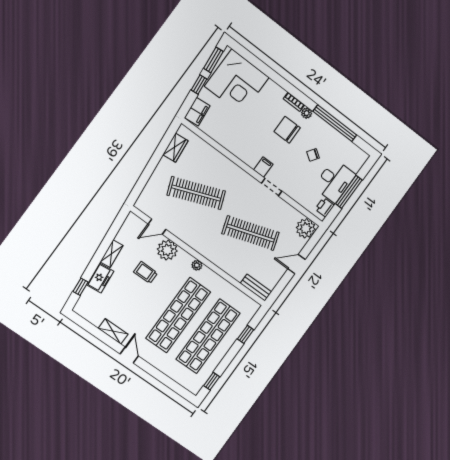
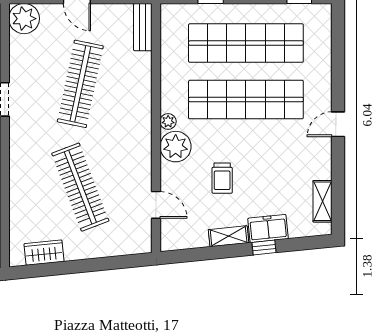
clothes rail: (251, 233) -> (80, 84), turned 30
plant: (167, 250) -> (176, 147), moved
window: (80, 287) -> (264, 248), moved
shelving: (113, 331) -> (322, 201), moved

